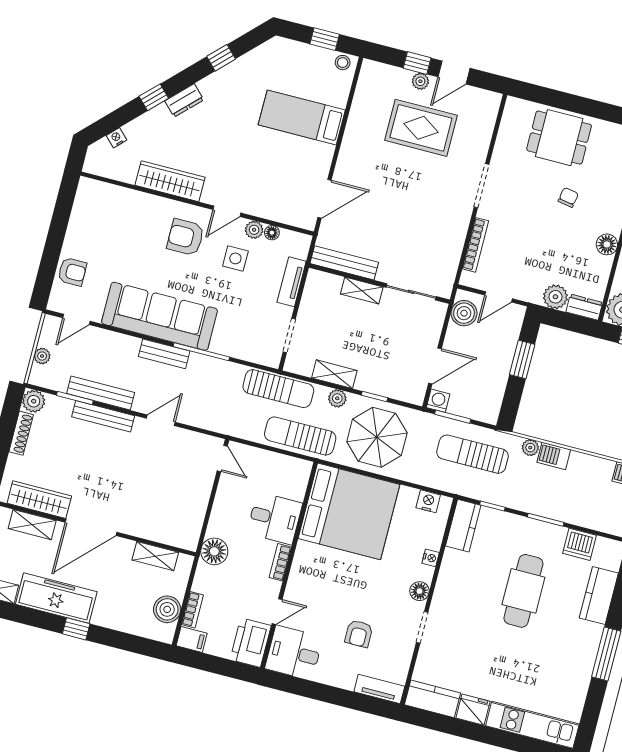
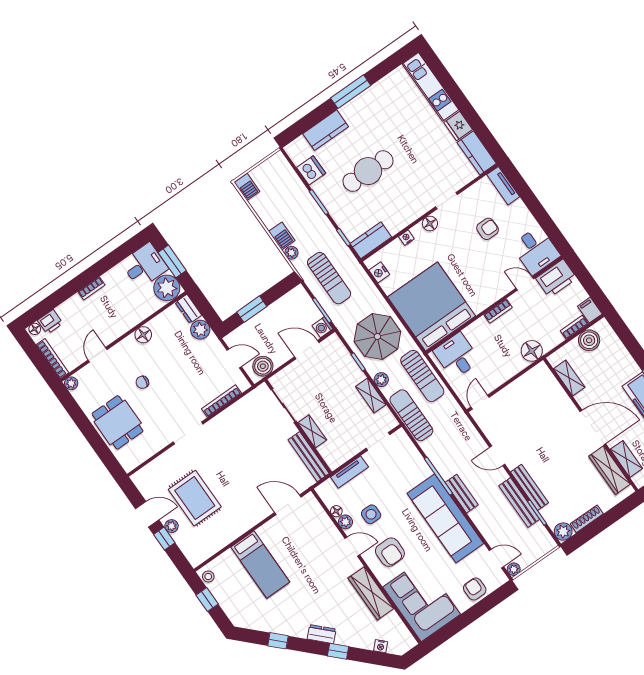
corner sofa: (114, 216) -> (422, 601), added
plant: (42, 356) -> (514, 569), moved
desk: (275, 518) -> (457, 356), moved

